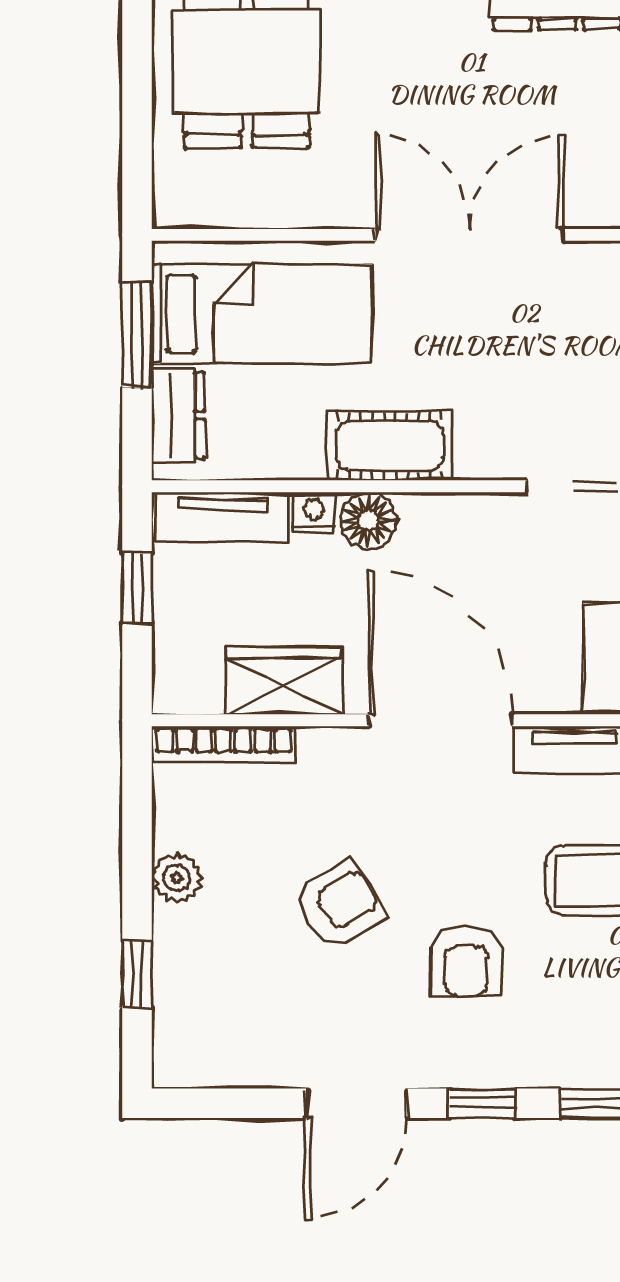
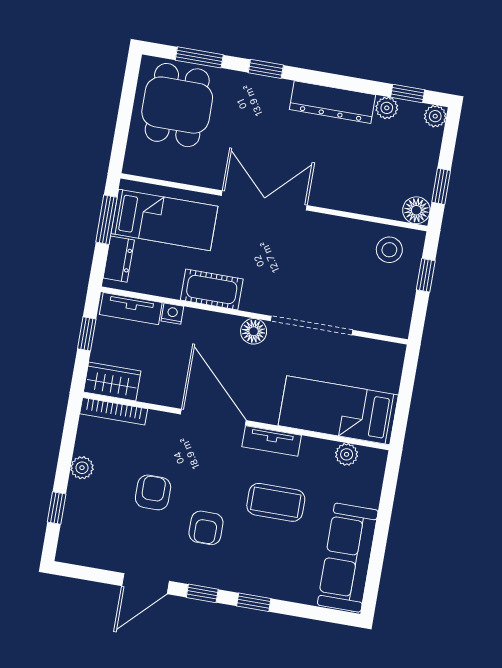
floor lamp: (368, 520) -> (254, 331), moved
wardrobe: (284, 681) -> (112, 381), moved
armchair: (339, 905) -> (153, 492), turned -59

